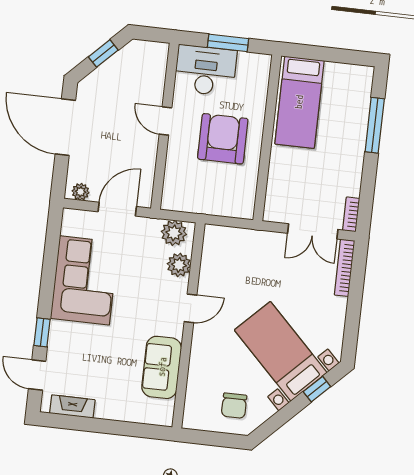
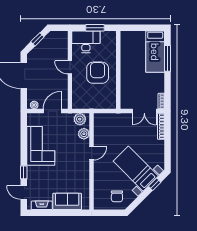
bed: (299, 102) -> (155, 52), moved
sofa: (162, 367) -> (67, 201), moved, turned 90

